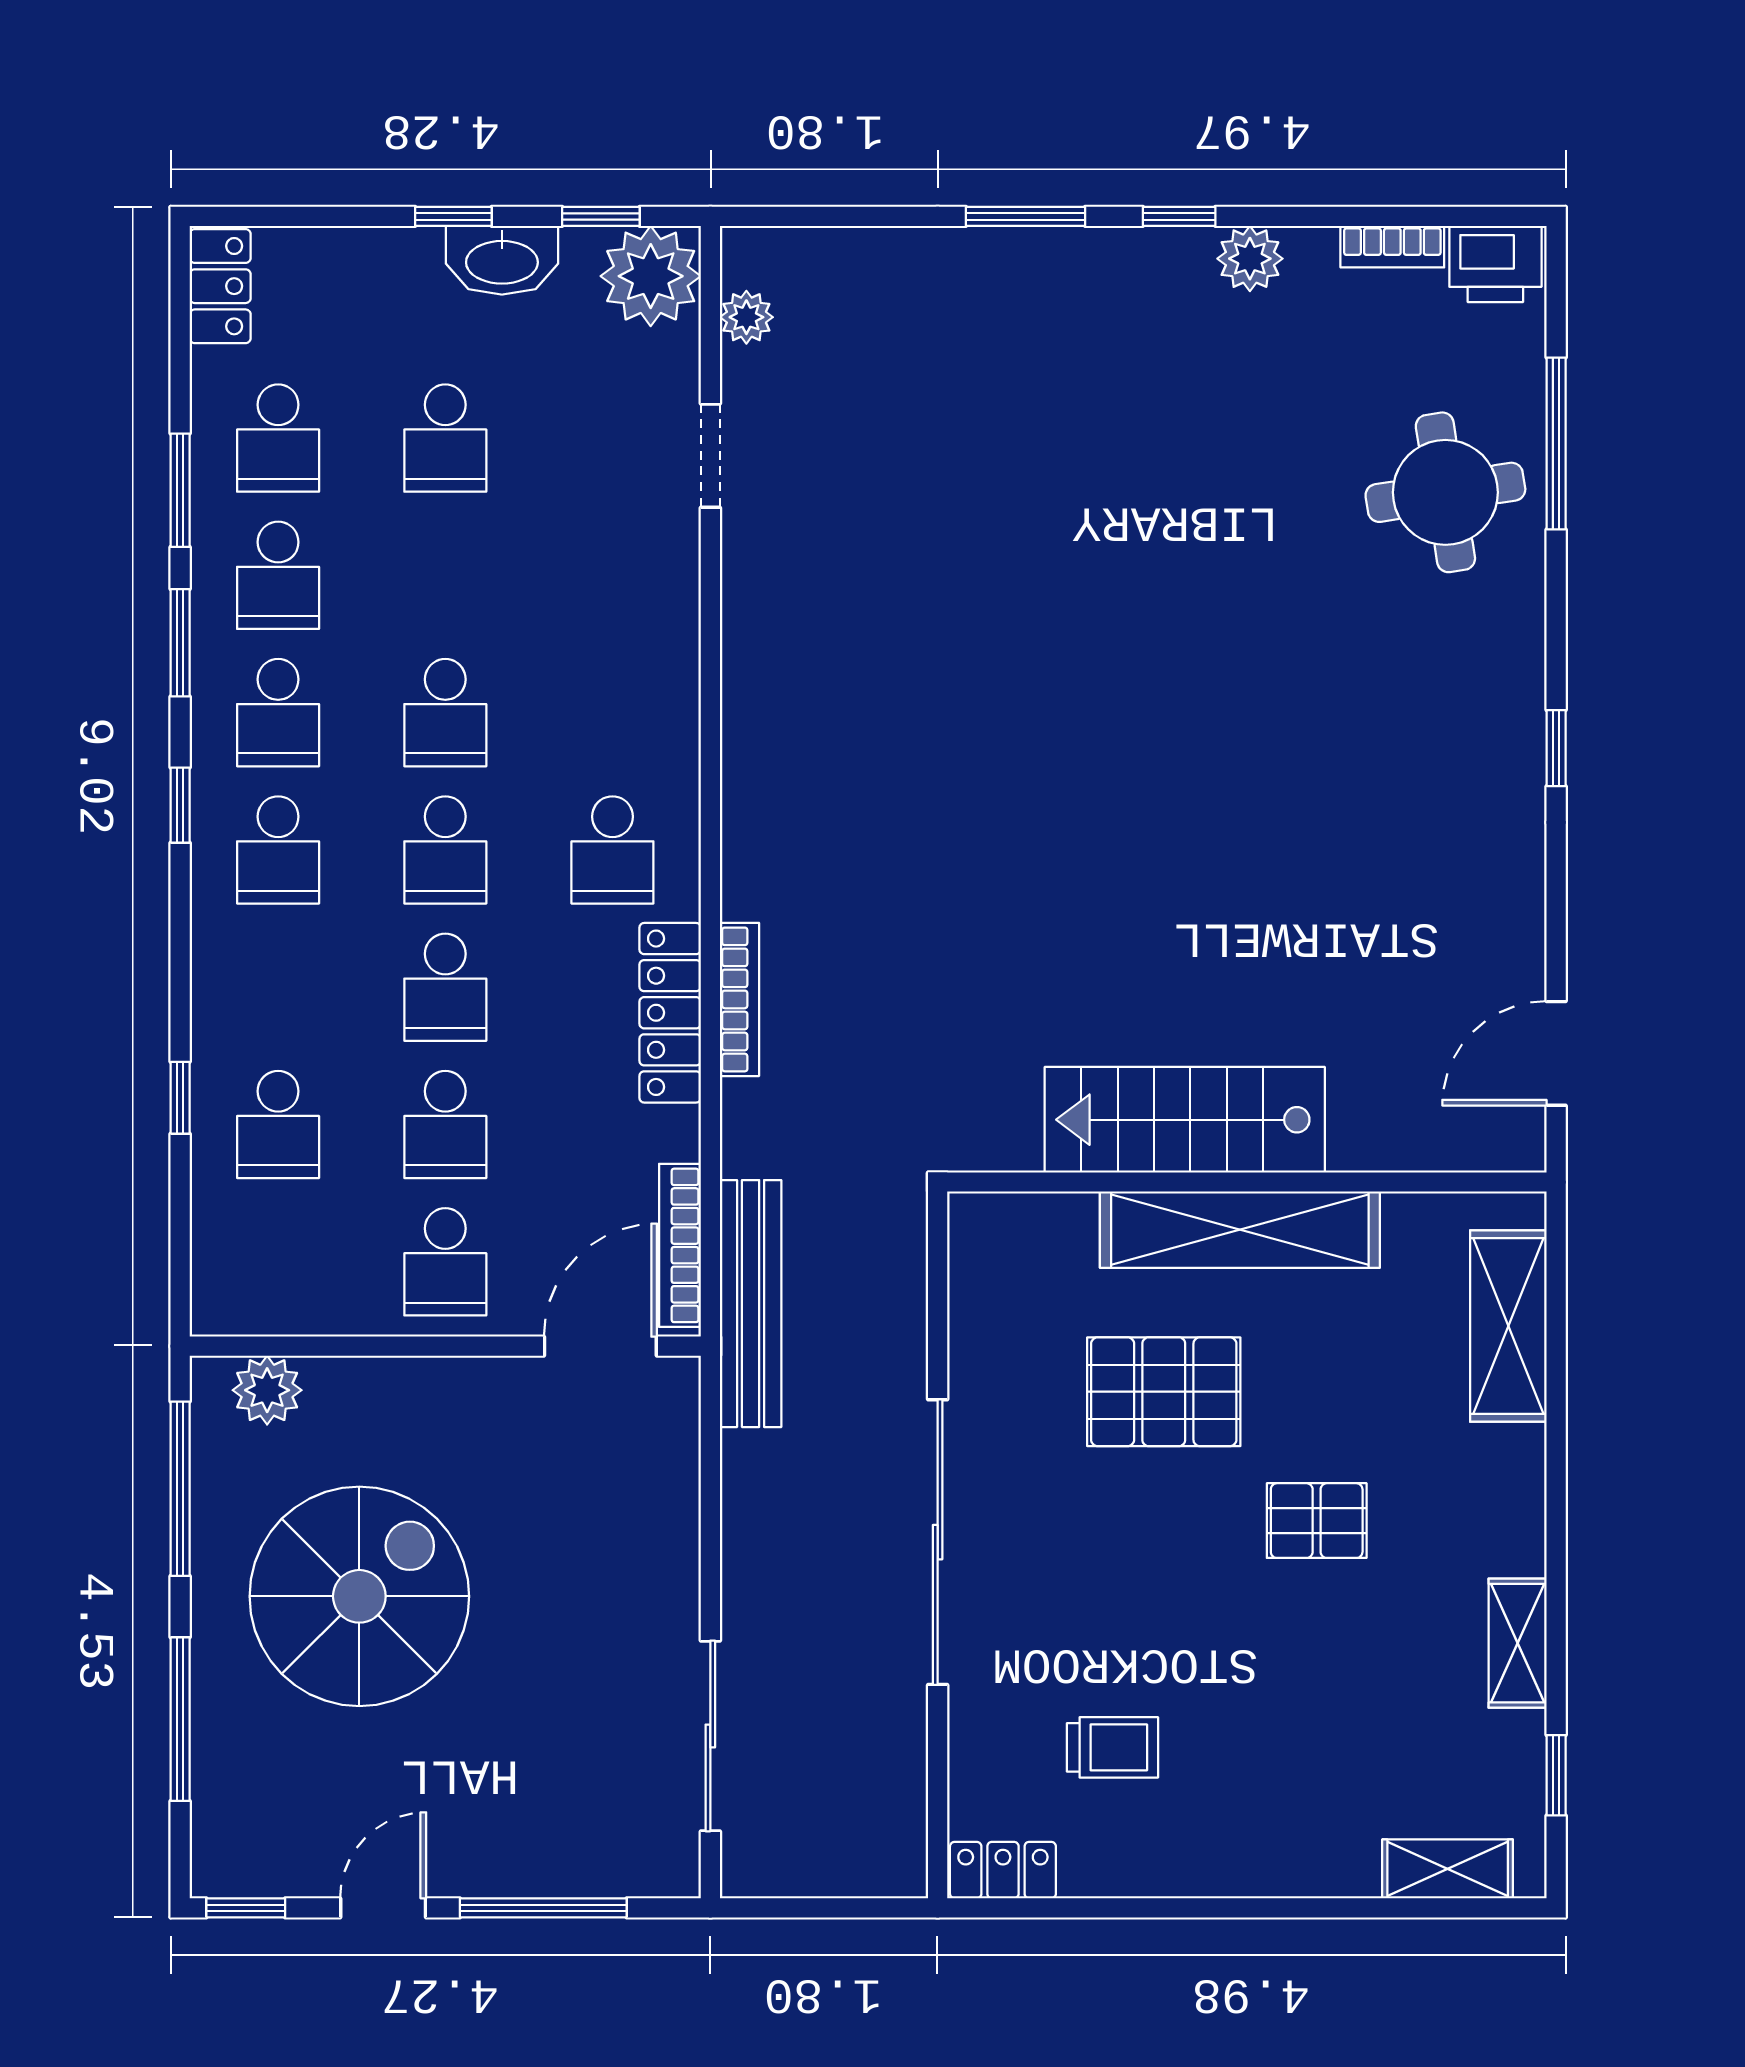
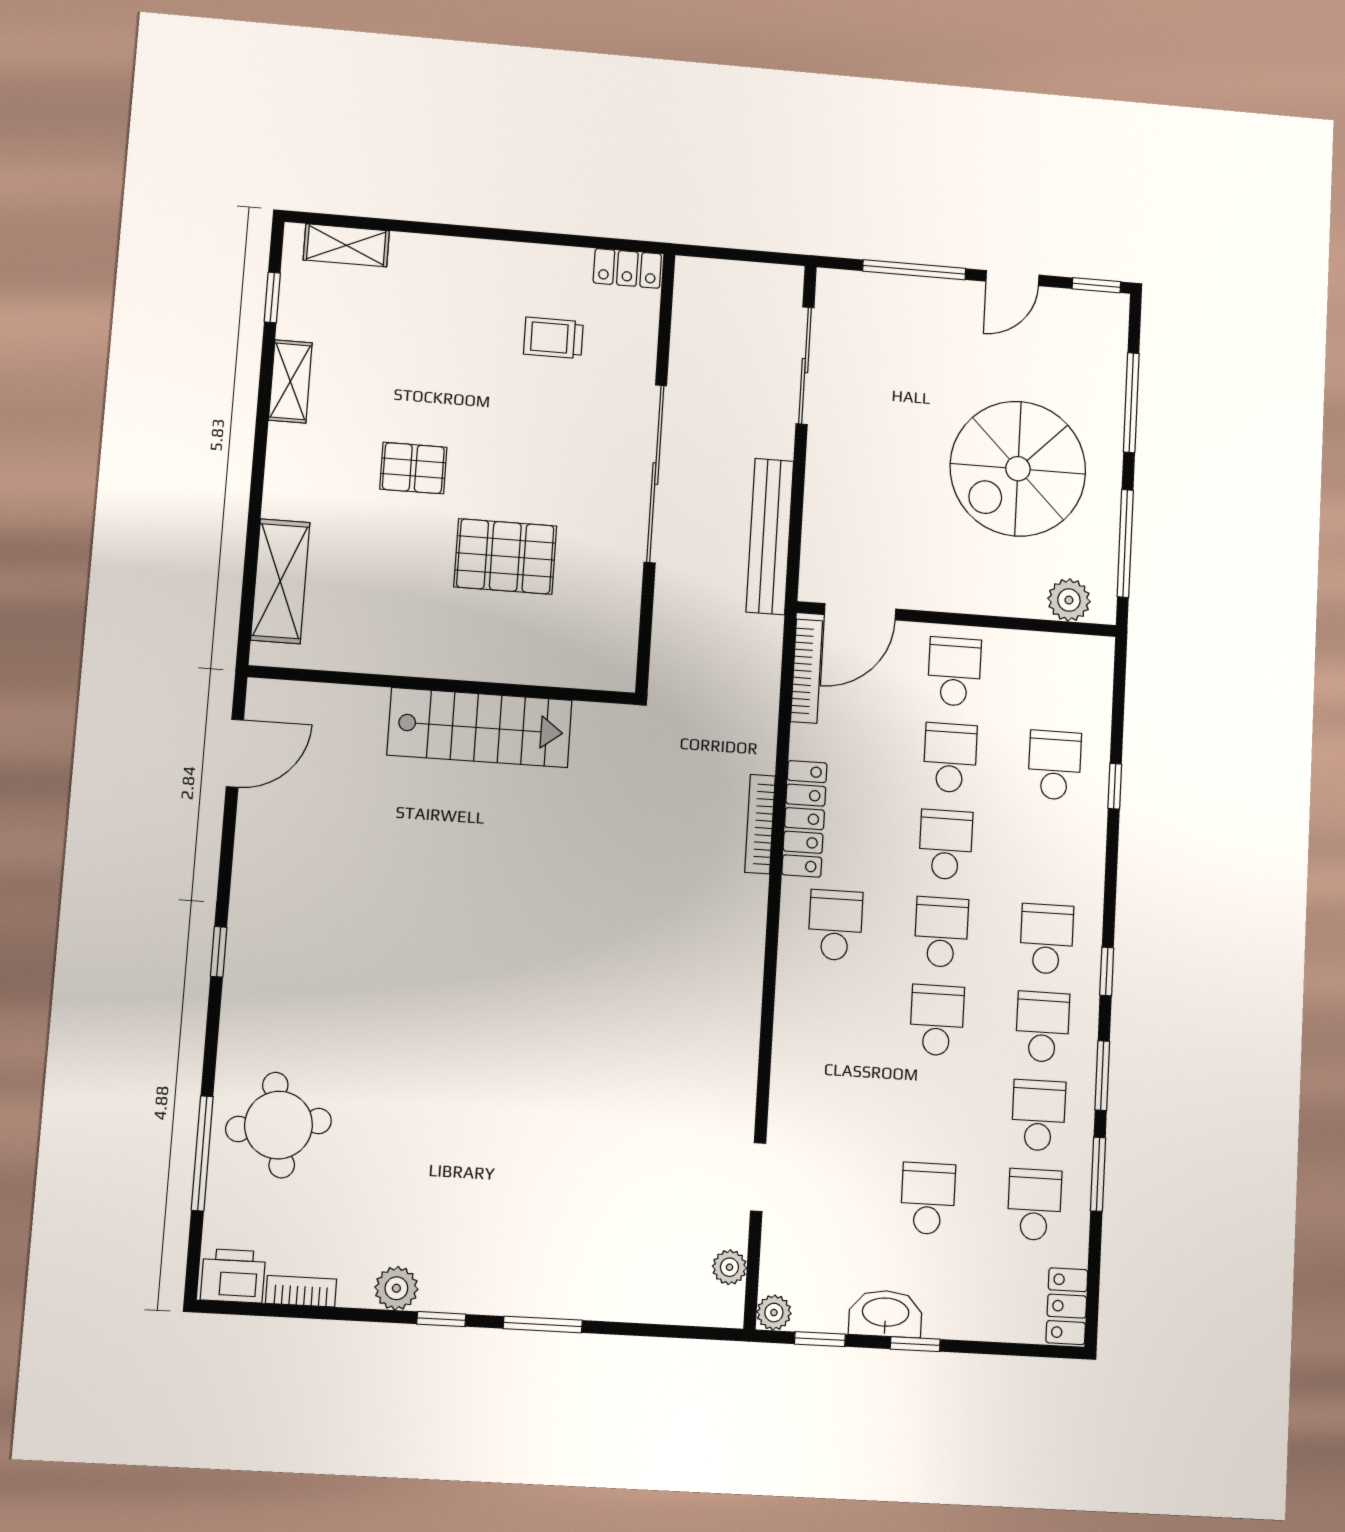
plant: (651, 276) -> (774, 1313), width x0.53, depth x0.53
shelving: (1240, 1230) -> (449, 655), removed
bench: (751, 1304) -> (770, 536), moved

